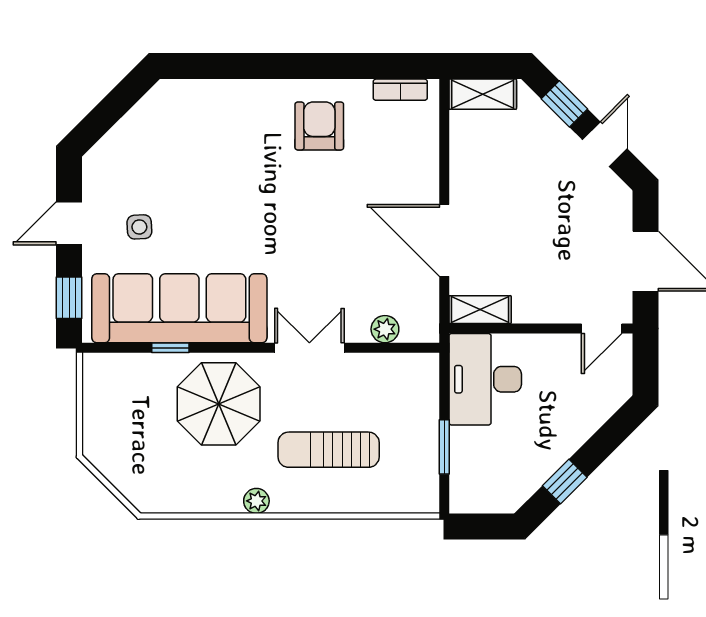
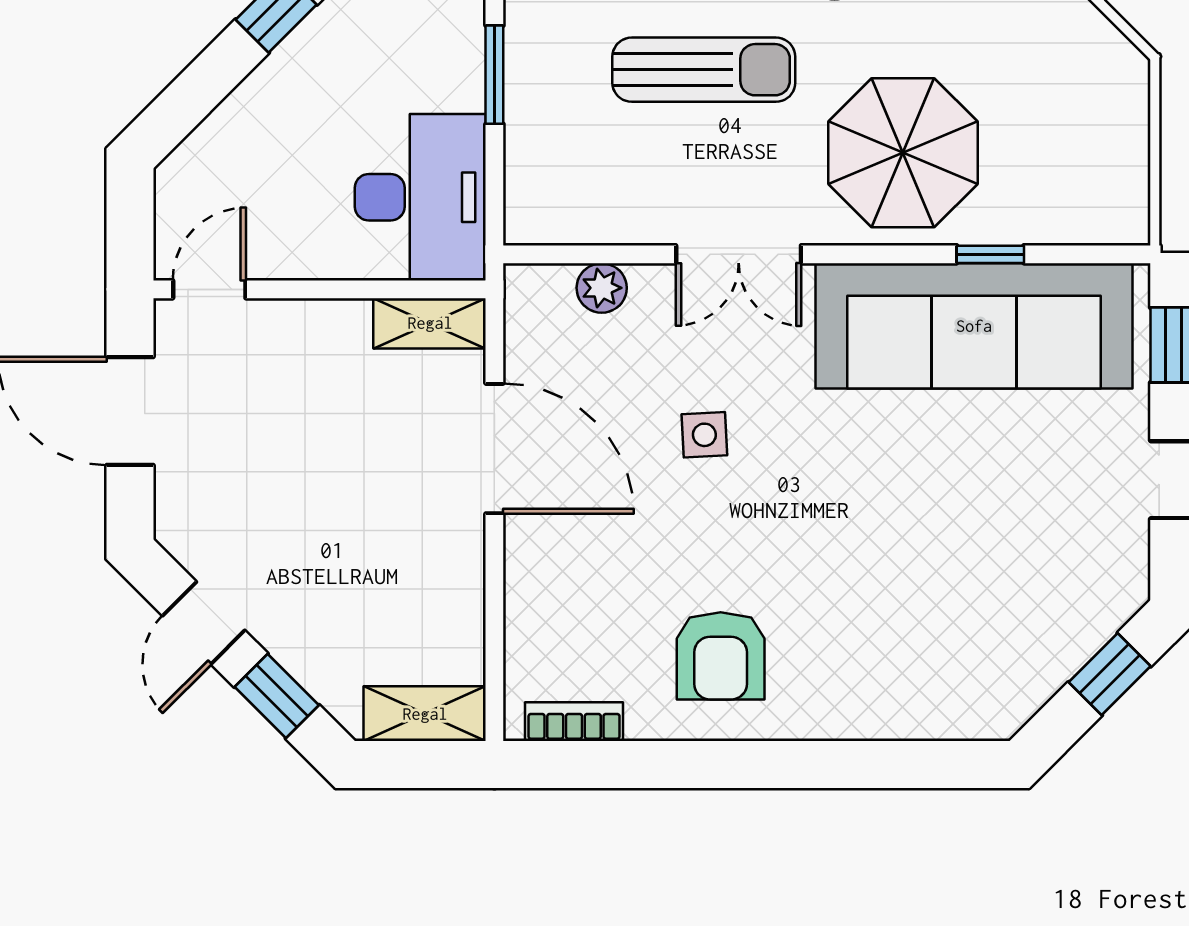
window: (104, 116) -> (1110, 674), added
side table: (139, 227) -> (704, 435), moved

